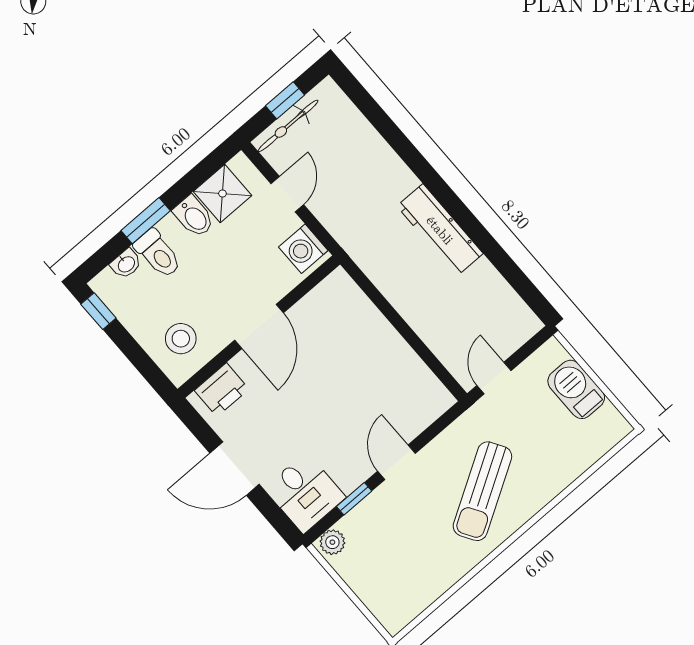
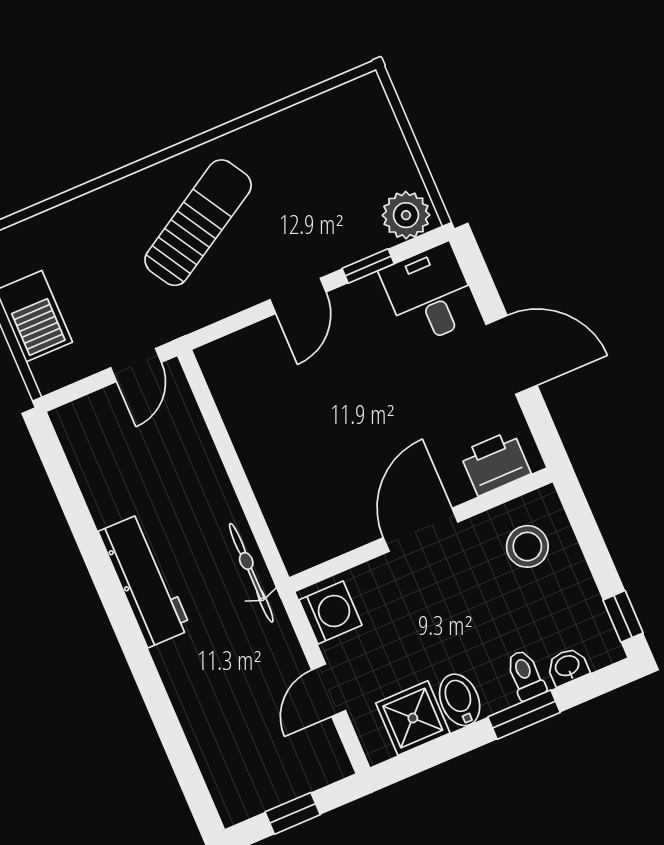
bicycle: (288, 126) -> (251, 573), moved, turned -90
toilet: (158, 254) -> (525, 675), width x0.73, depth x0.72
plant: (332, 542) -> (406, 215), width x1.38, depth x1.38

